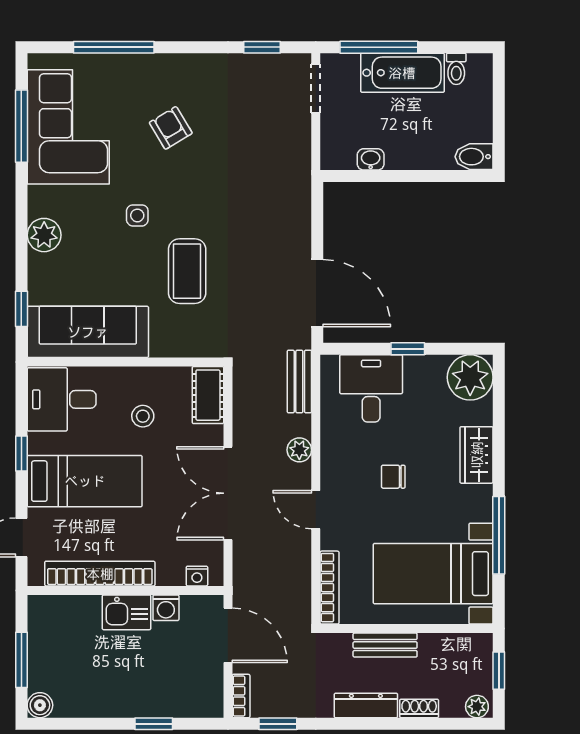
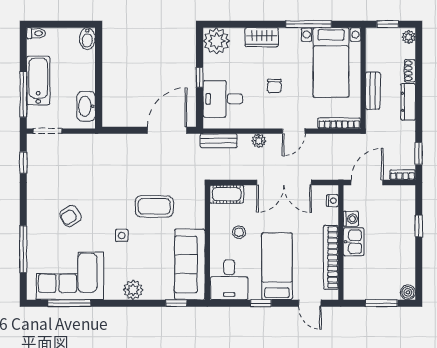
toilet: (456, 69) -> (36, 33), moved
washbasin: (371, 159) -> (86, 106), width x1.91, depth x1.45

